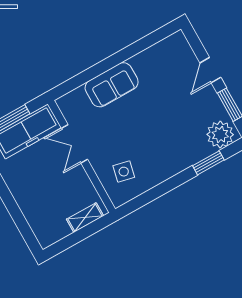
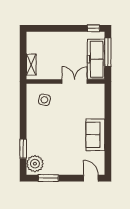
door: (210, 70) -> (91, 178), moved
sofa: (112, 85) -> (95, 135), moved

